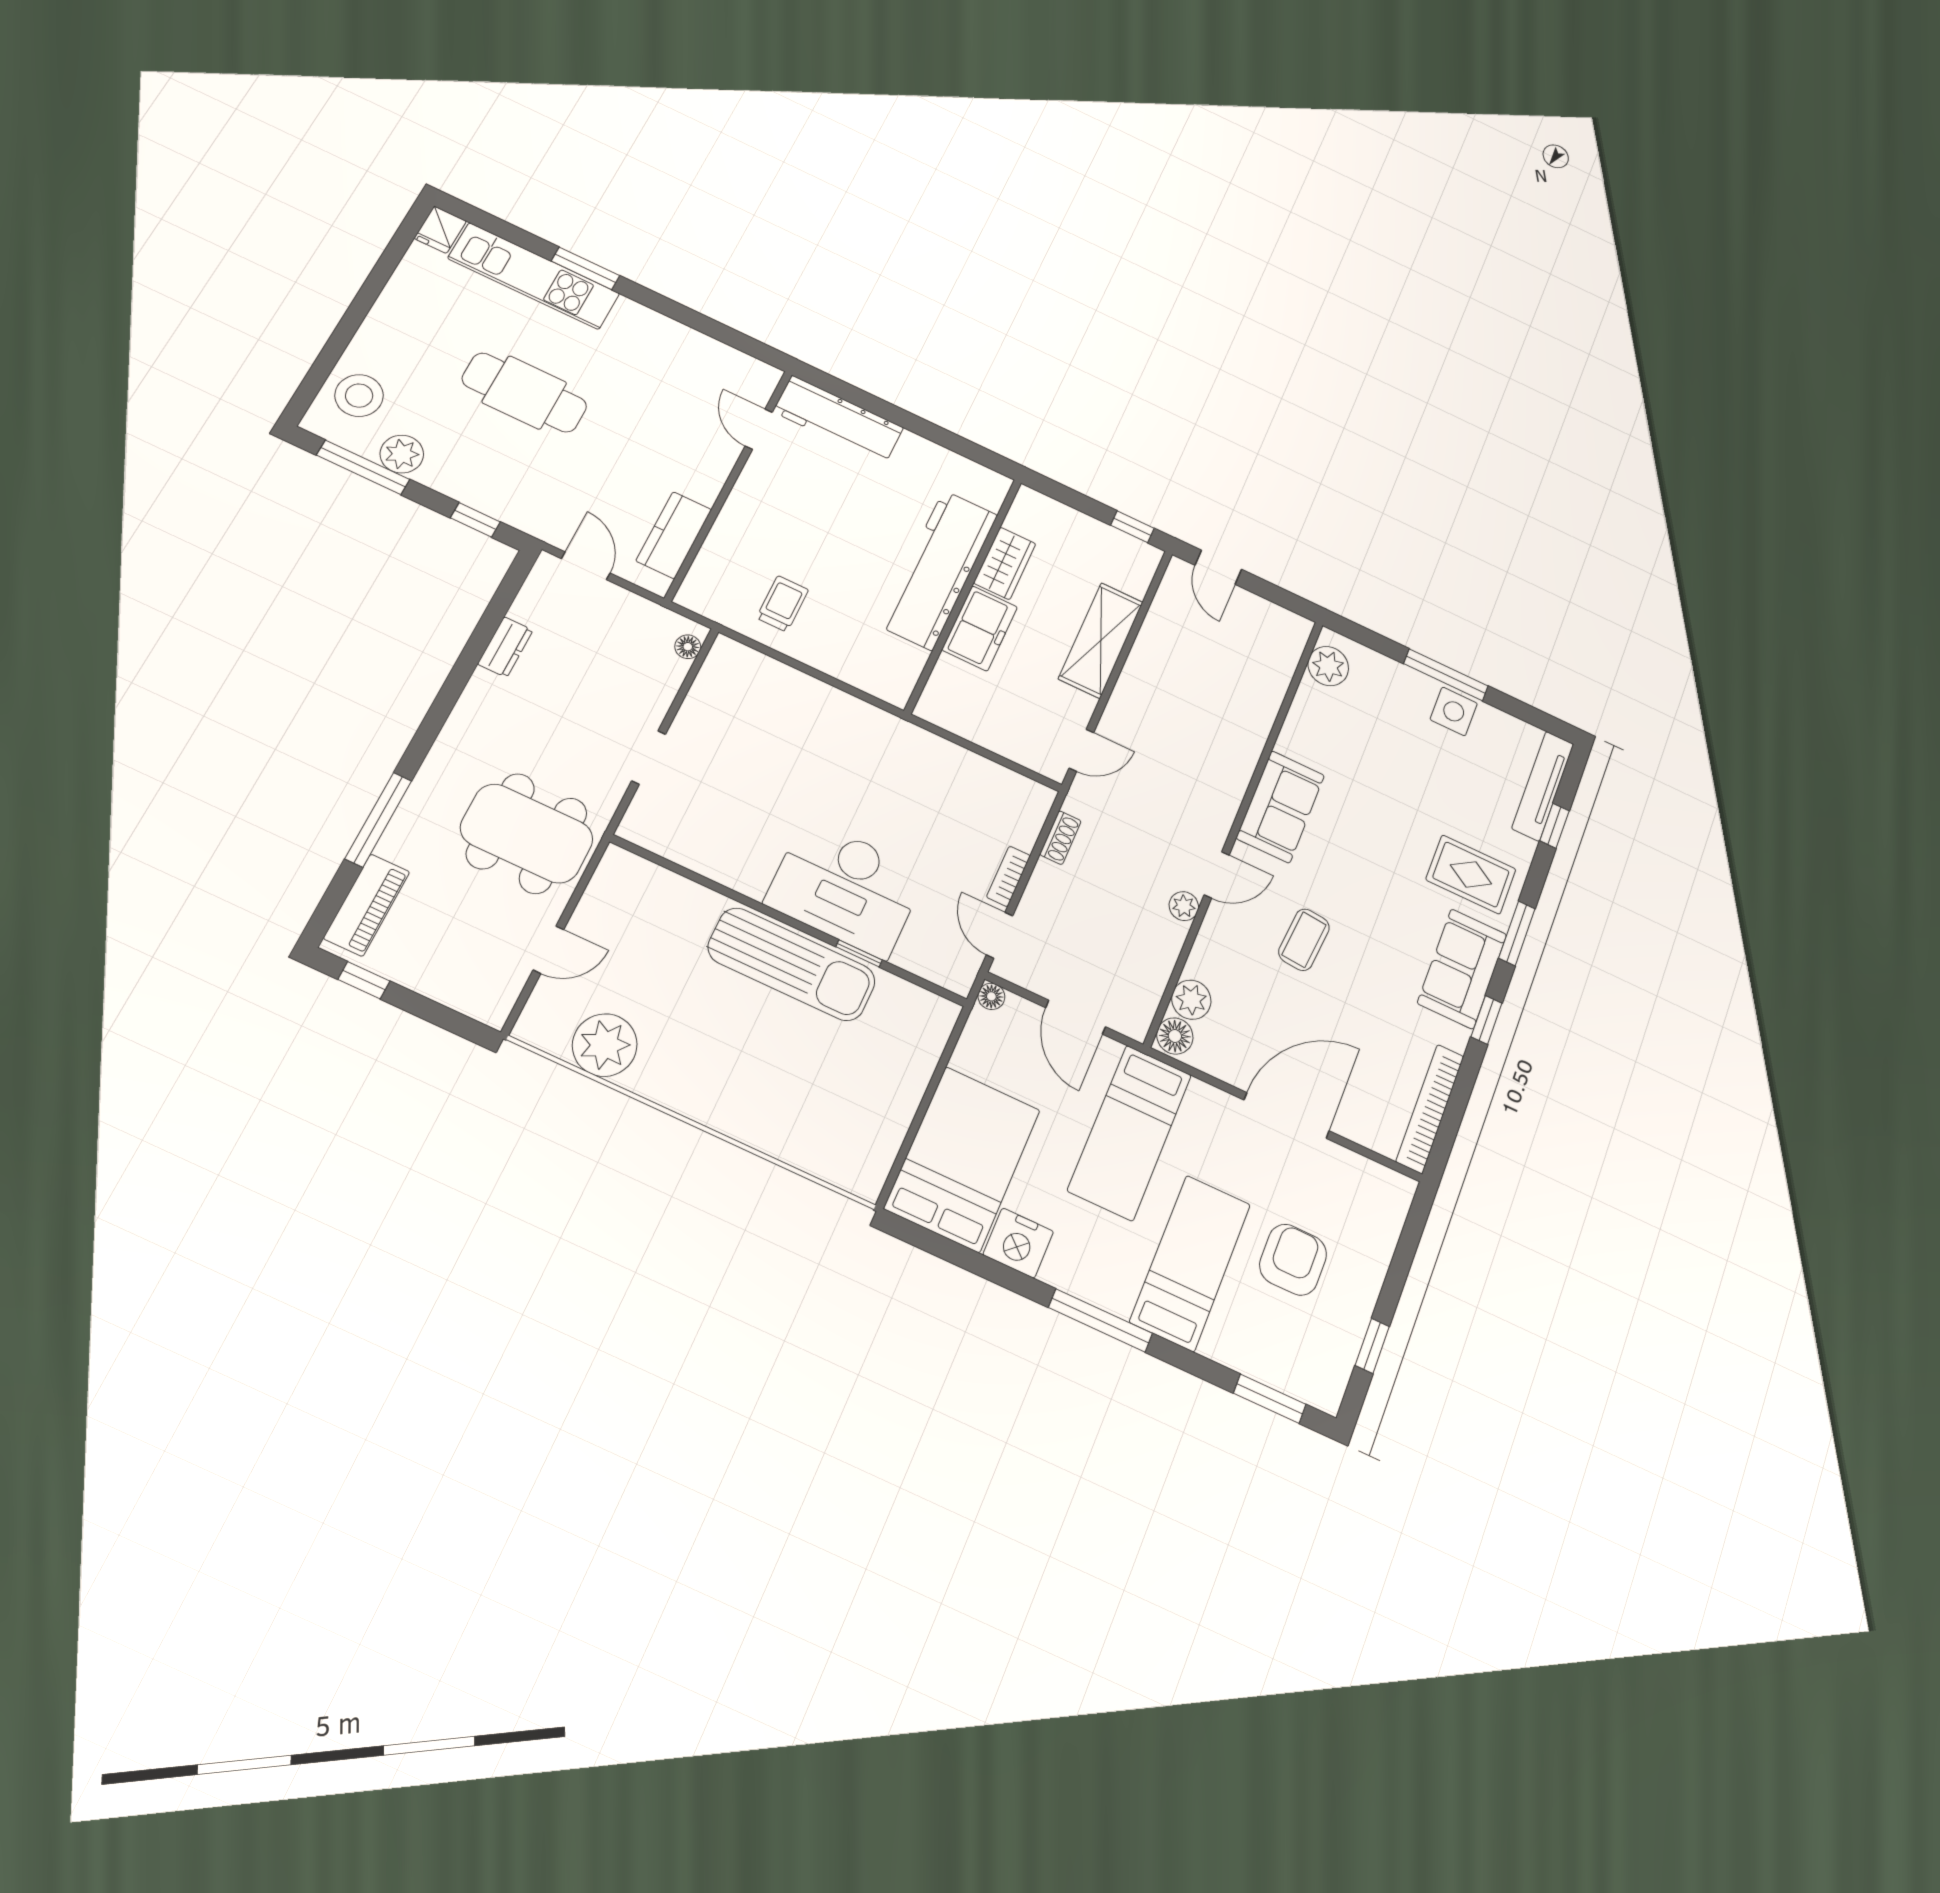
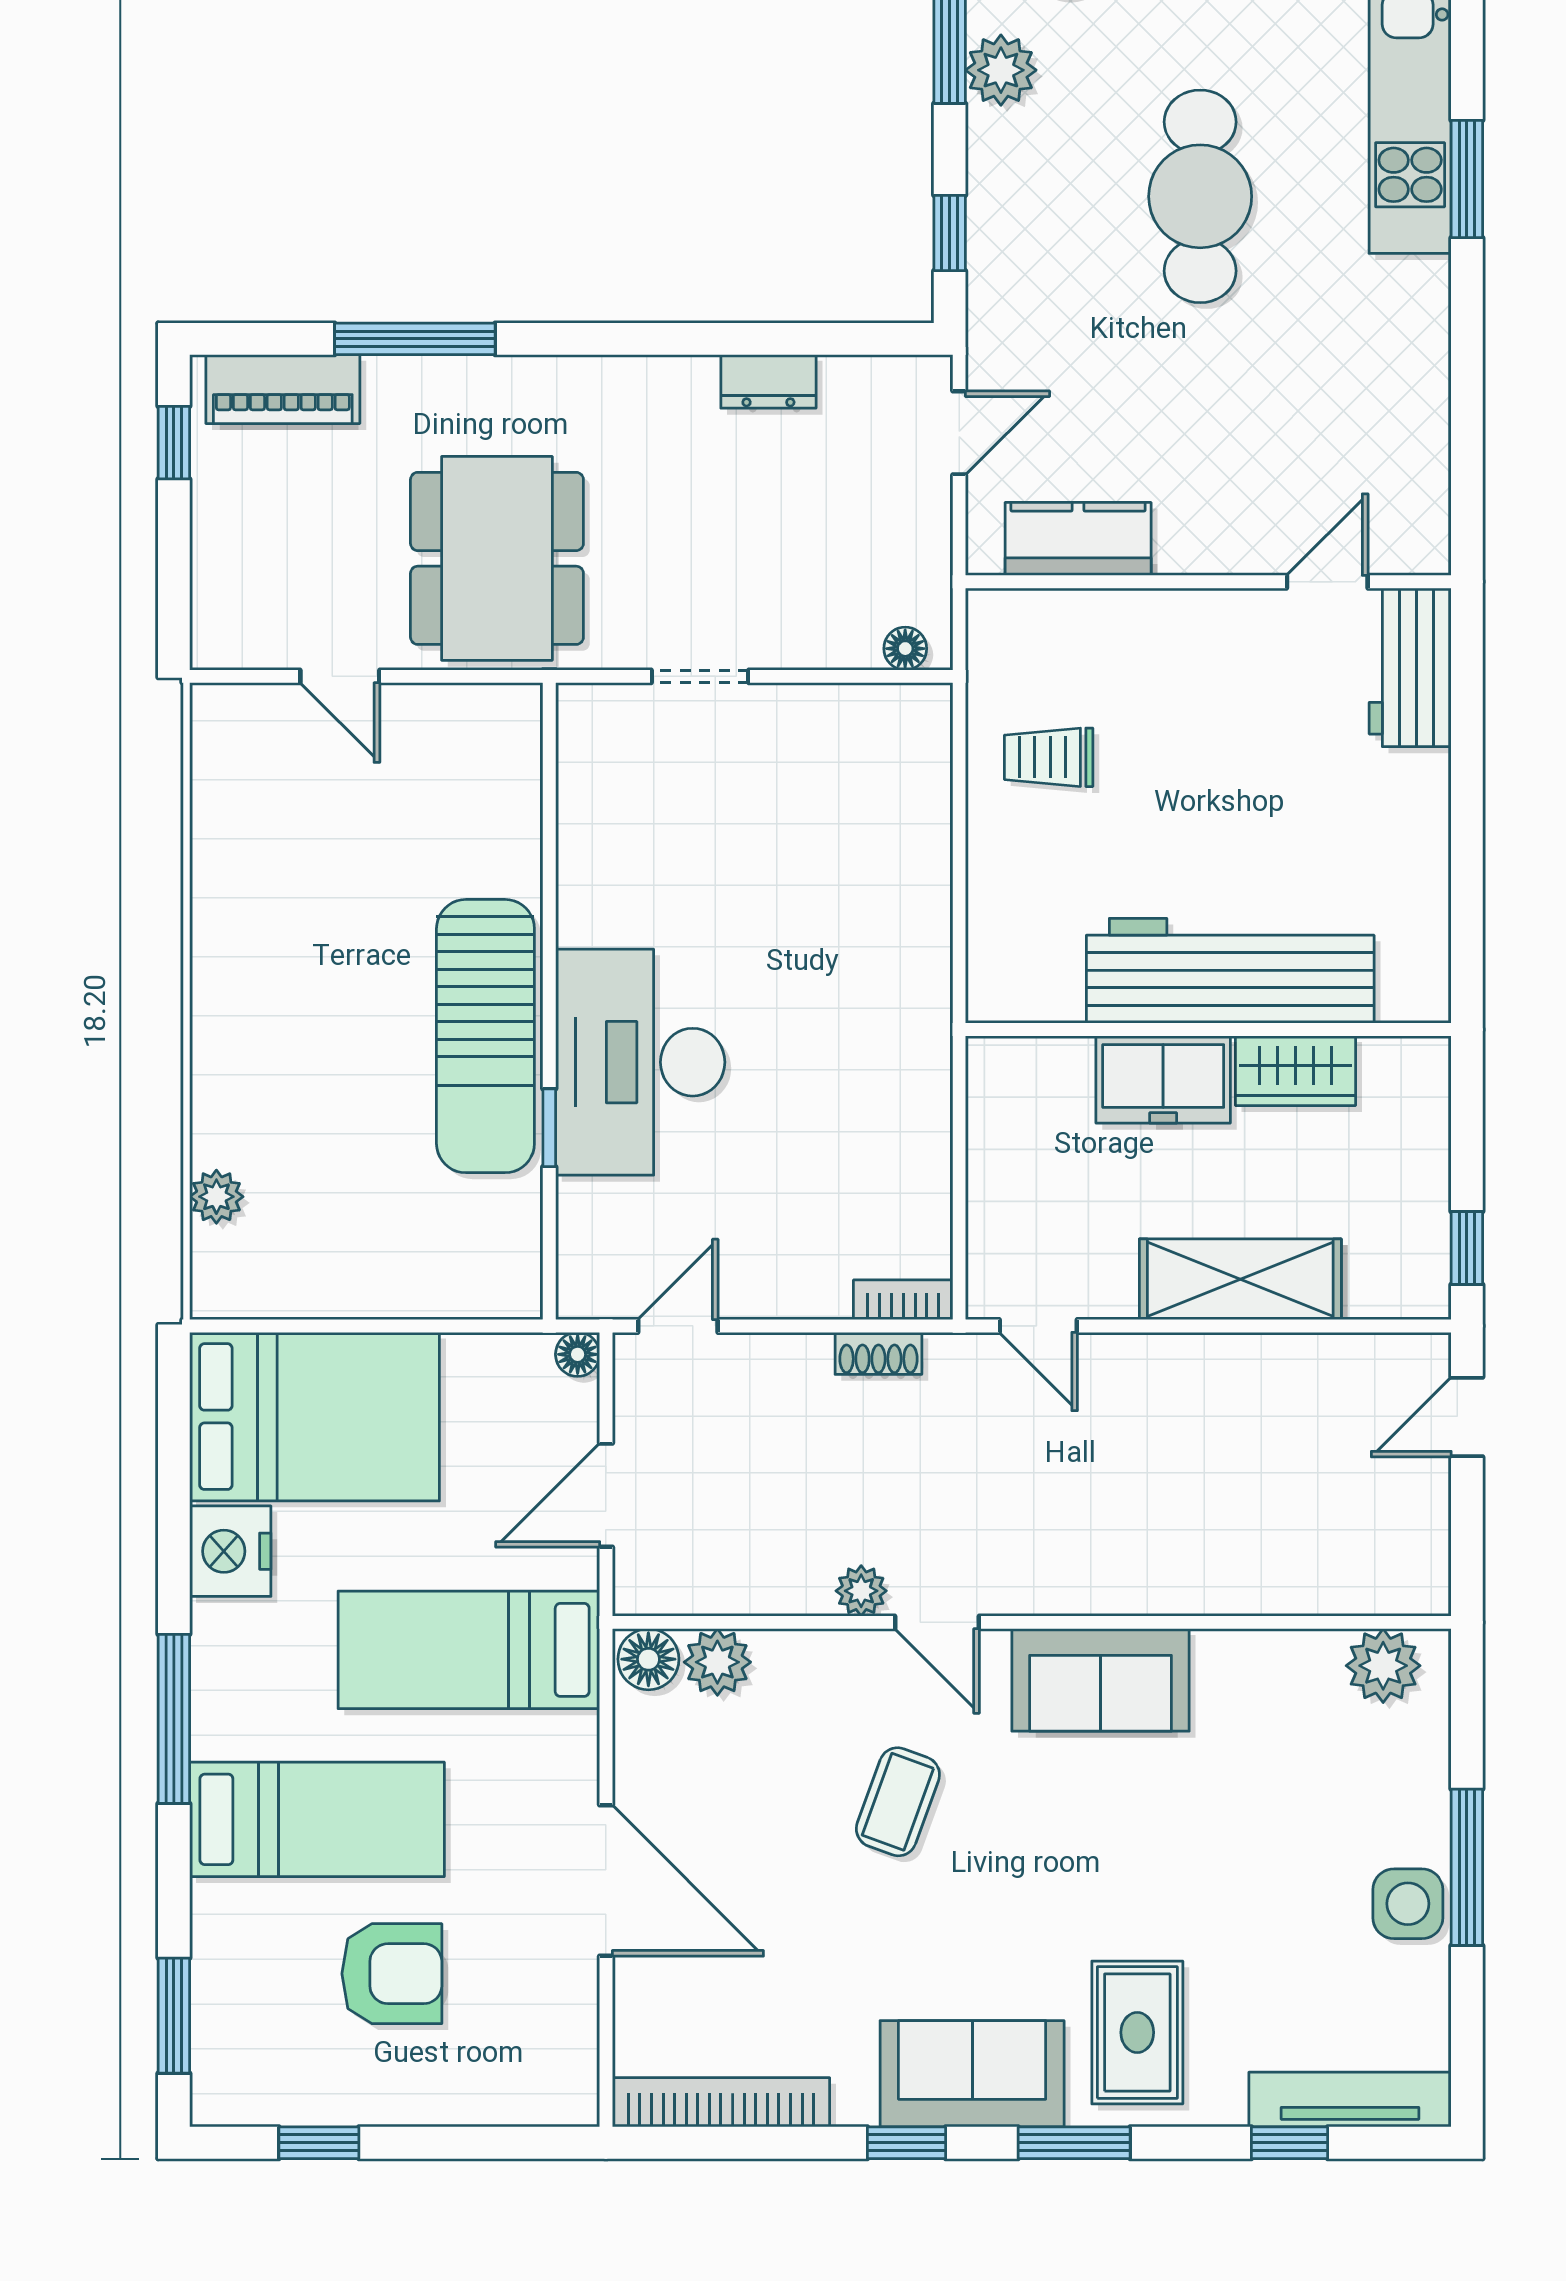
workbench: (838, 420) -> (1410, 667), width x0.73
trolley: (782, 604) -> (1049, 757), turned 180
bookcase: (1009, 876) -> (903, 1300), moved
coffee table: (1304, 940) -> (898, 1802), turned -75
plant: (605, 1045) -> (216, 1197), moved, width x0.53, depth x0.53

